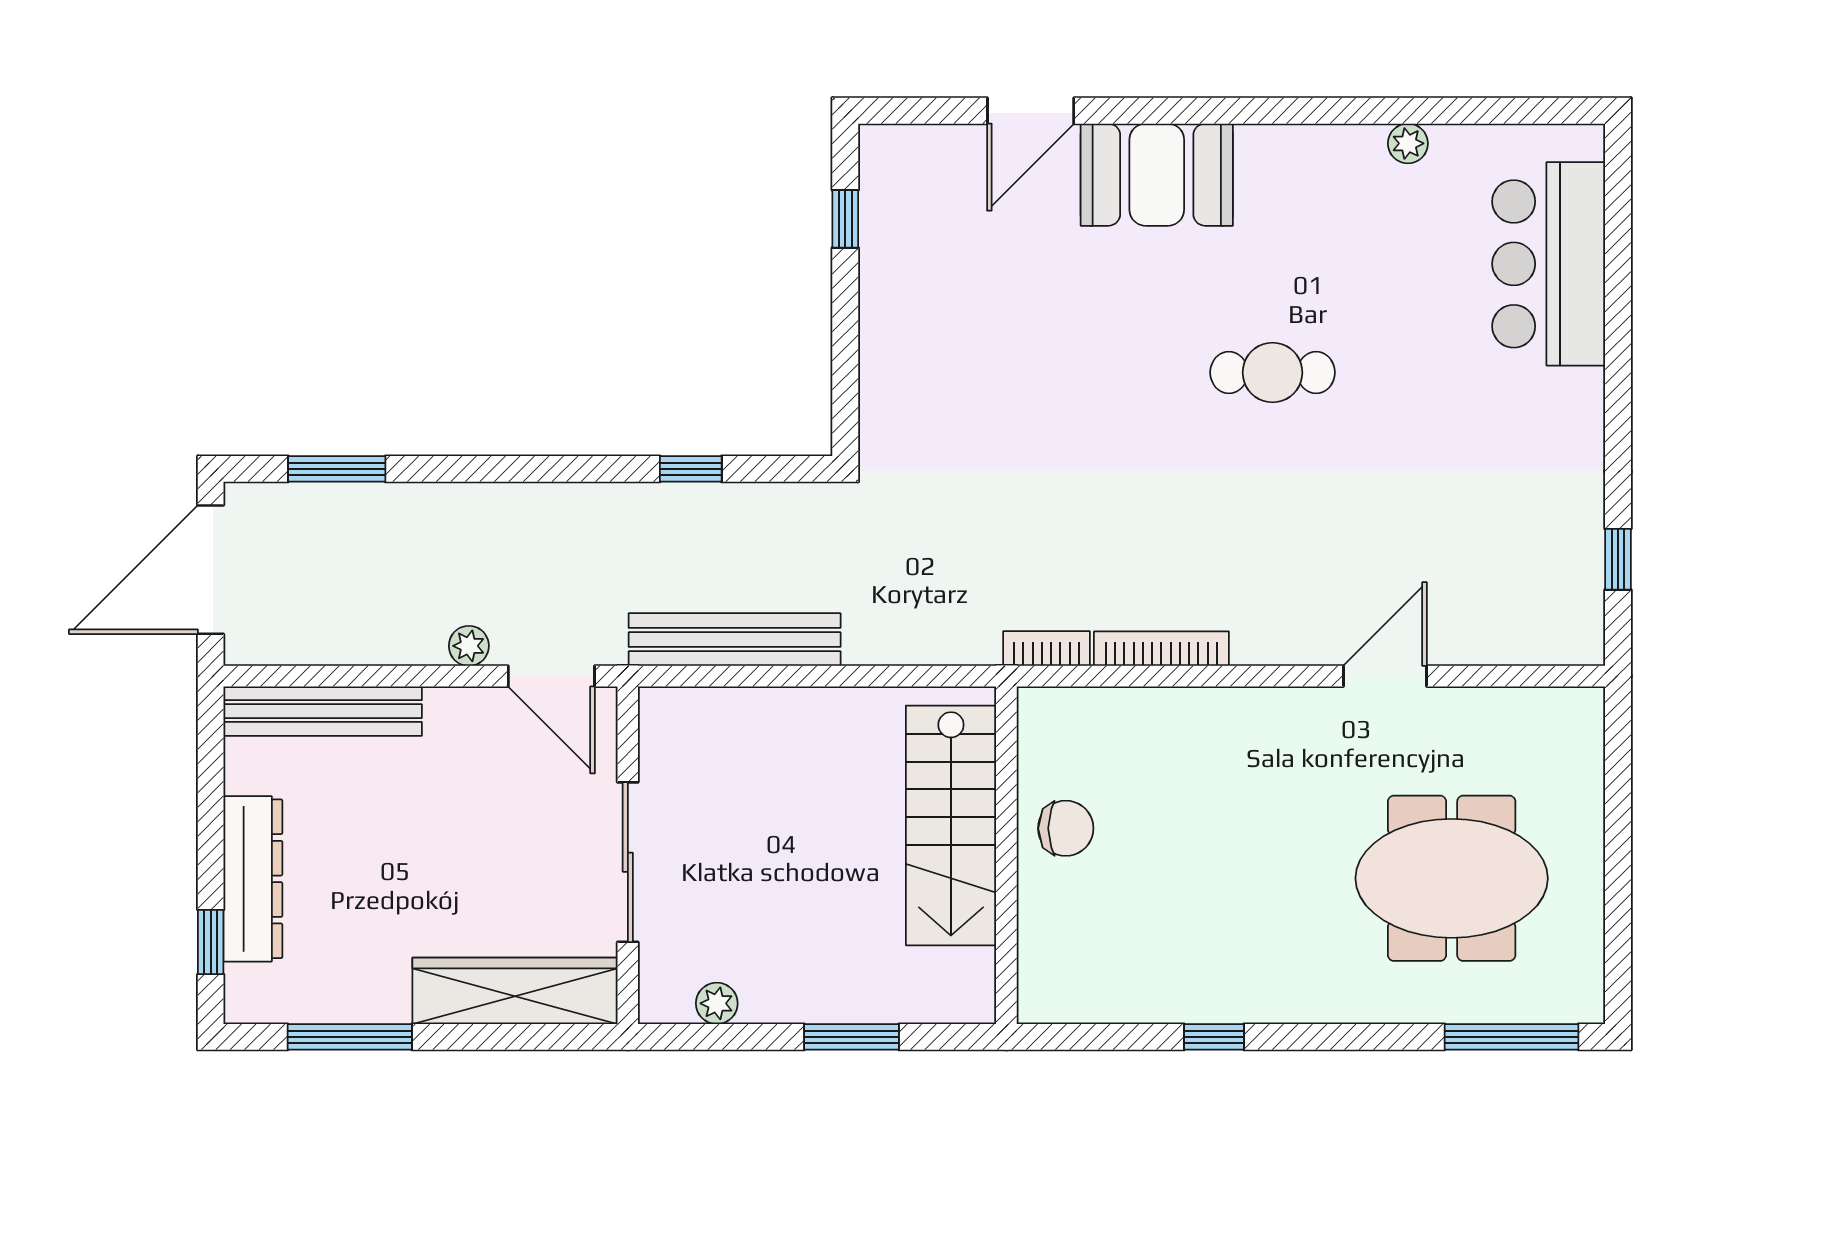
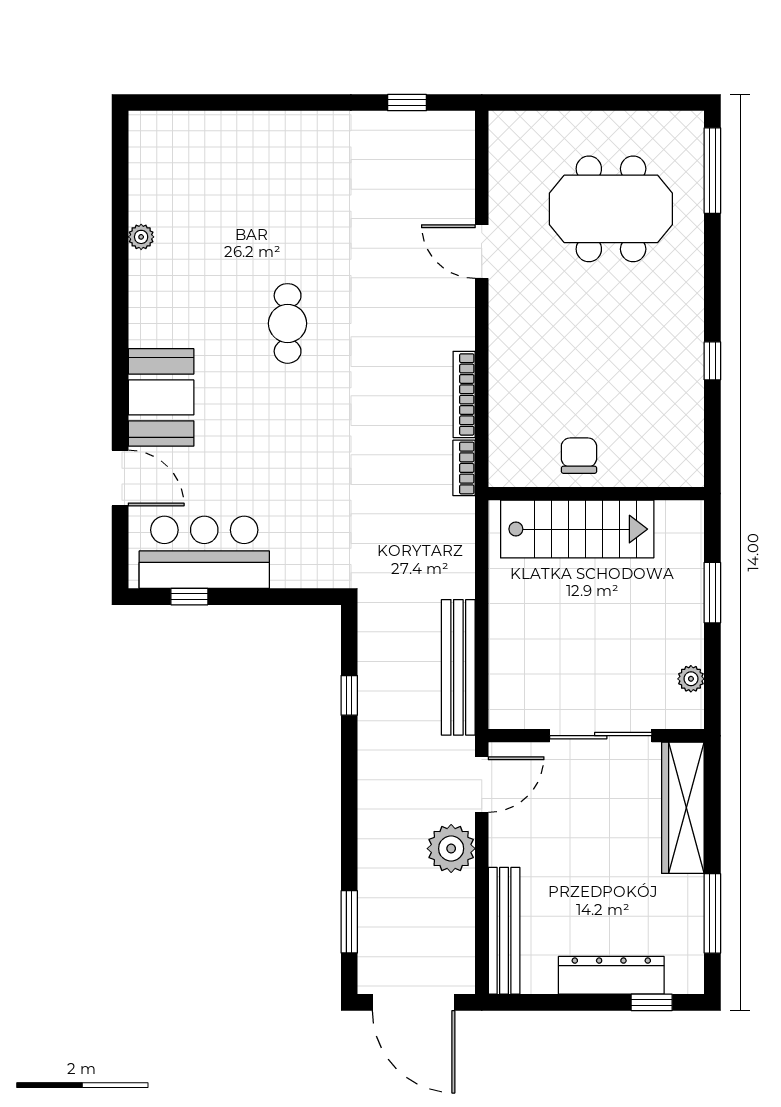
bar counter: (1549, 264) -> (204, 552), moved, turned 180
plant: (469, 646) -> (451, 849), width x1.88, depth x1.88
meeting table: (1452, 878) -> (611, 209), turned 90

